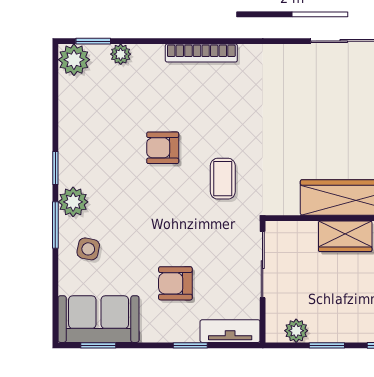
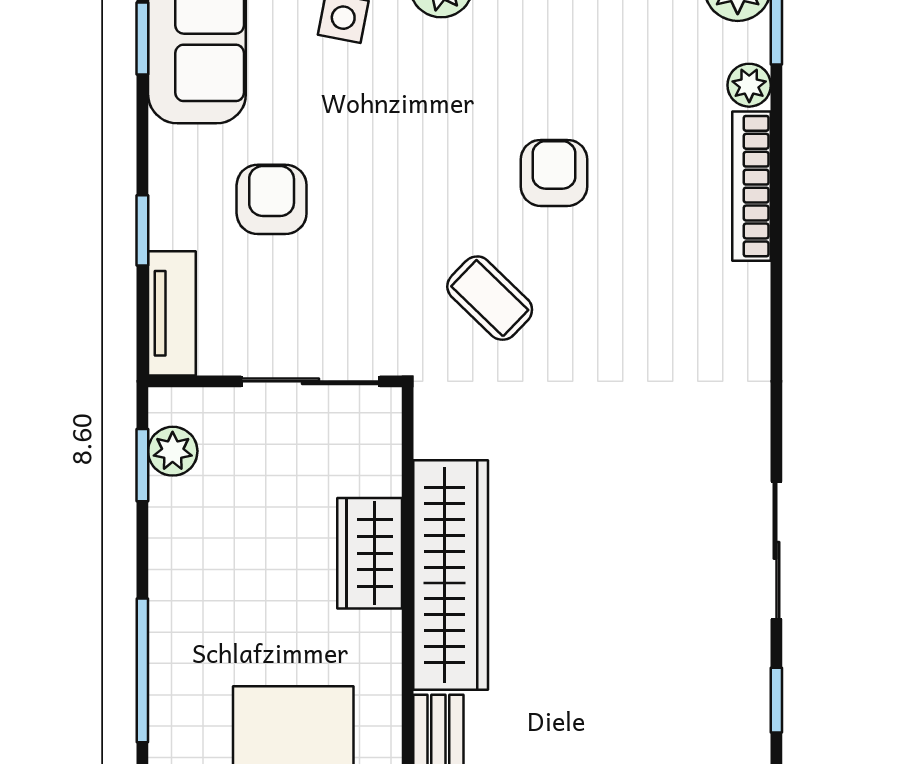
bookcase: (201, 53) -> (752, 186), moved
coffee table: (223, 179) -> (490, 298), turned 44
window: (327, 345) -> (142, 465), moved

